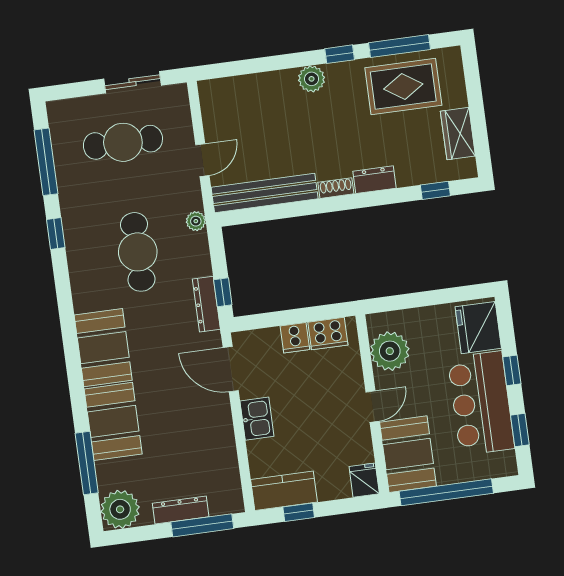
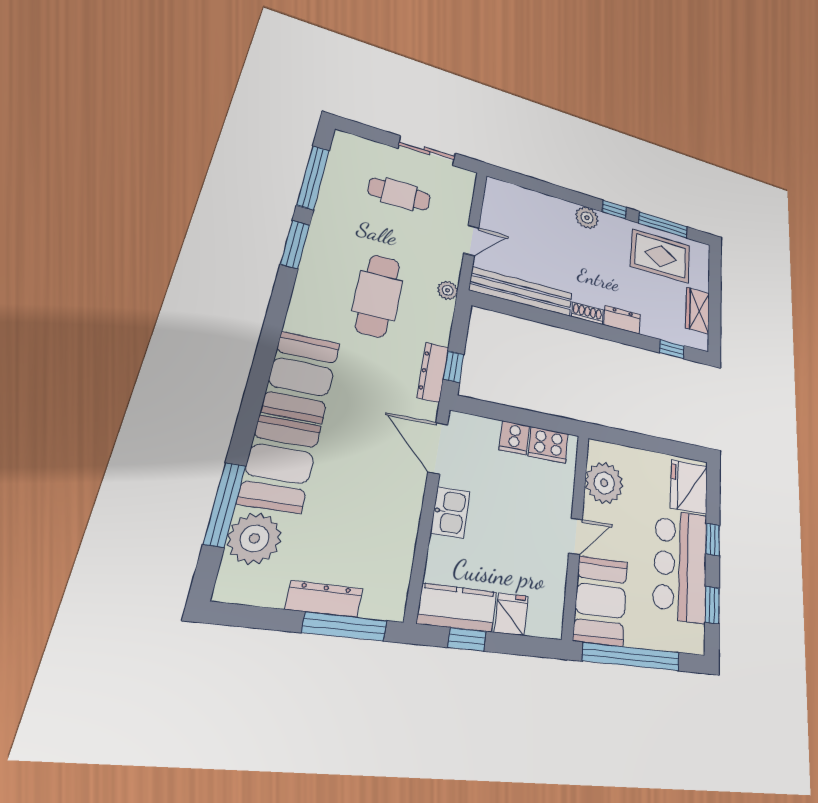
cafe table: (123, 142) -> (399, 194), width x0.73, depth x0.74
window: (56, 233) -> (295, 244), width x1.50
fridge: (364, 480) -> (511, 614), moved
plant: (120, 509) -> (255, 538), moved

